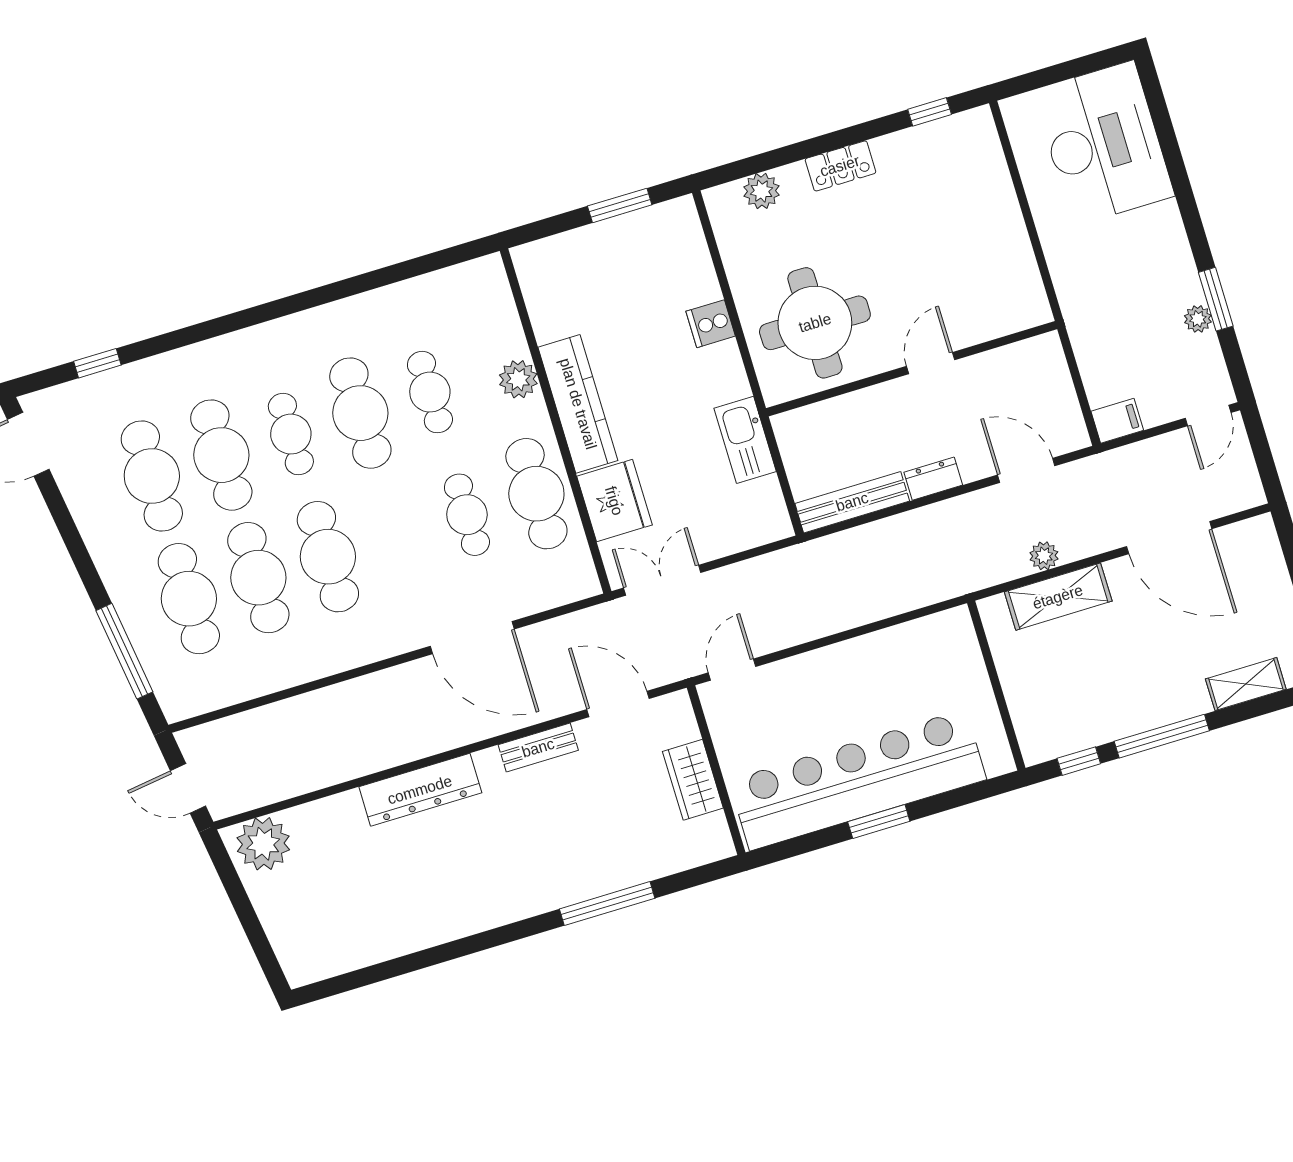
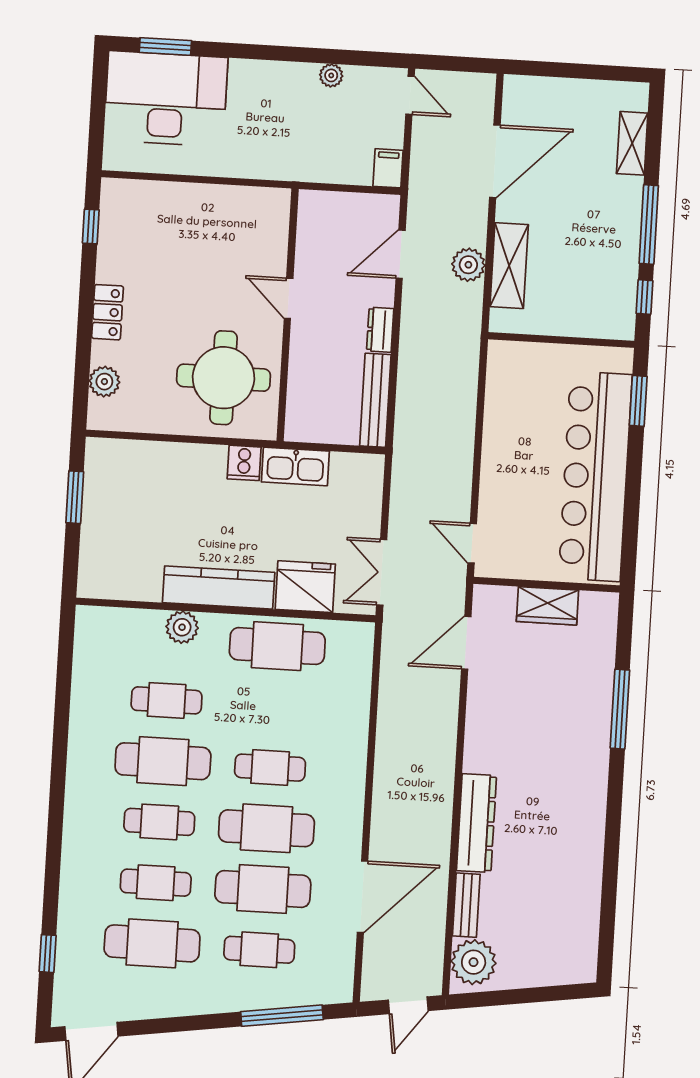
window: (1216, 299) -> (165, 46), moved
cooker: (711, 324) -> (244, 463), moved
cafe table: (221, 455) -> (156, 883), width x0.73, depth x0.74
cafe table: (467, 515) -> (270, 768), moved
plant: (1044, 556) -> (468, 265), width x1.38, depth x1.38
cafe table: (189, 599) -> (259, 950), width x0.73, depth x0.74
door: (472, 638) -> (362, 897), moved
bench: (538, 748) -> (466, 905), moved
window: (879, 821) -> (638, 401), moved

